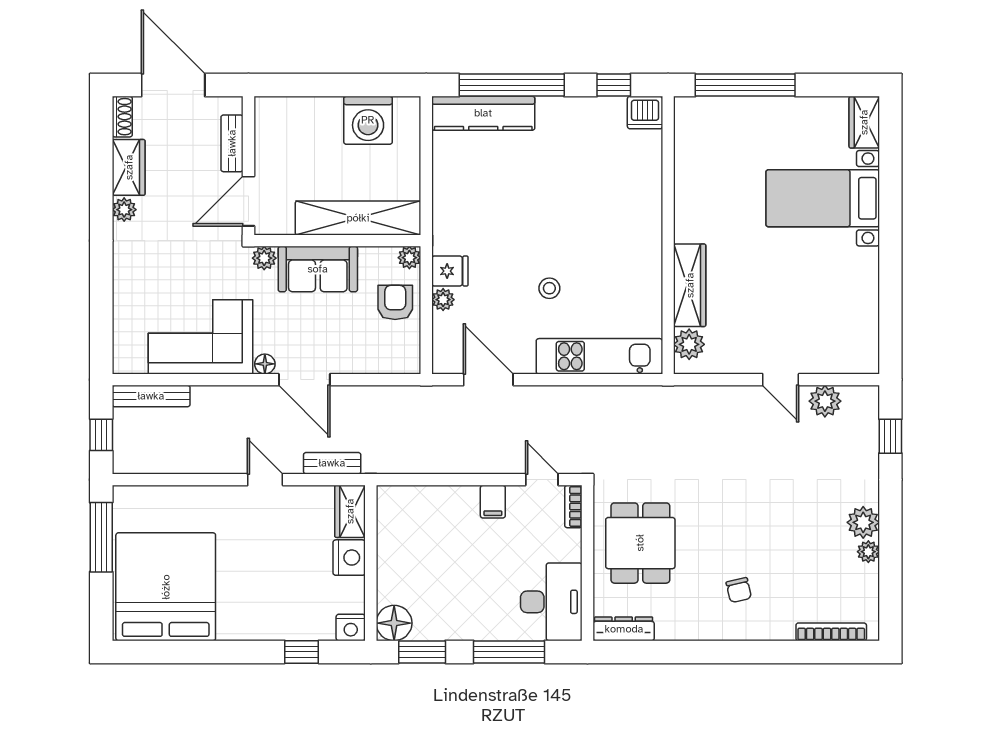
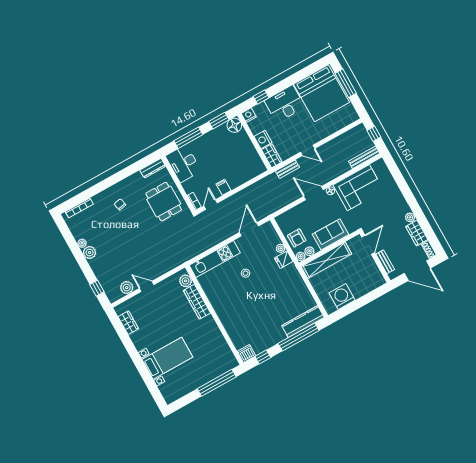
wardrobe: (864, 122) -> (128, 323), moved
plant: (264, 258) -> (309, 251), moved
door: (488, 380) -> (249, 229), swing flipped
door: (542, 480) -> (211, 205), swing flipped
window: (101, 537) -> (346, 83), moved
desk: (259, 609) -> (285, 104), added

